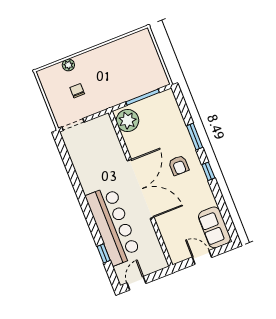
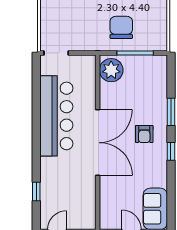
chair: (77, 91) -> (121, 27), moved, width x1.87, depth x1.87
bar counter: (113, 226) -> (56, 116), moved

